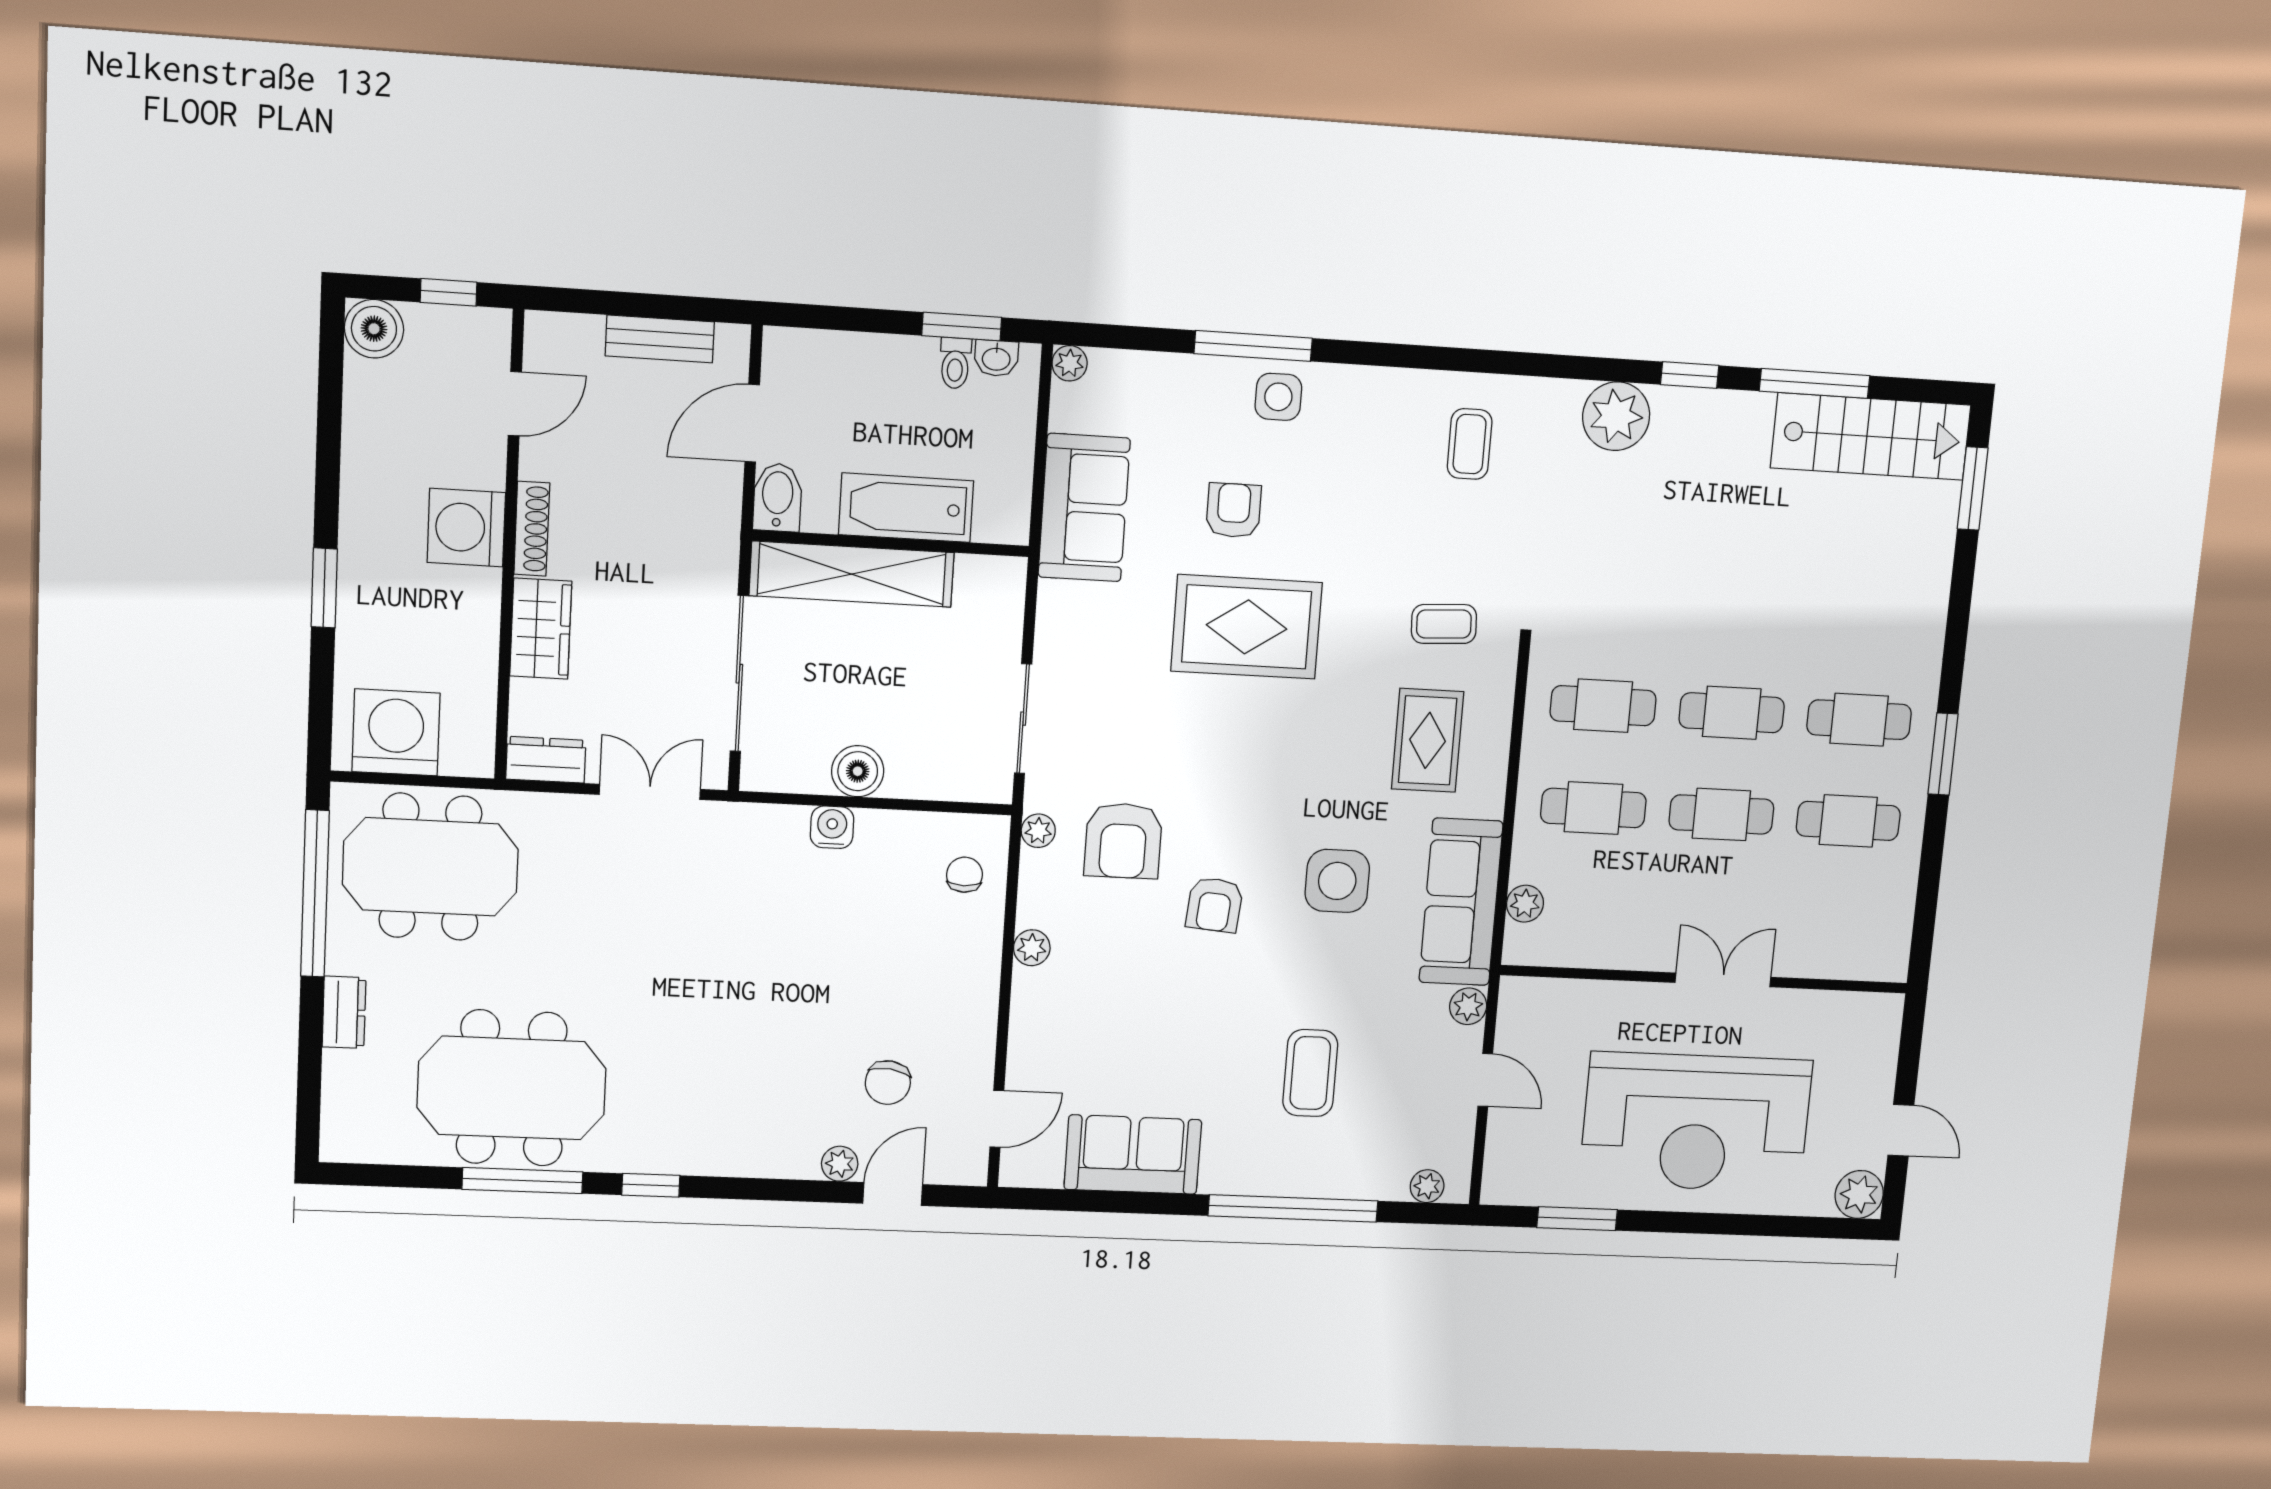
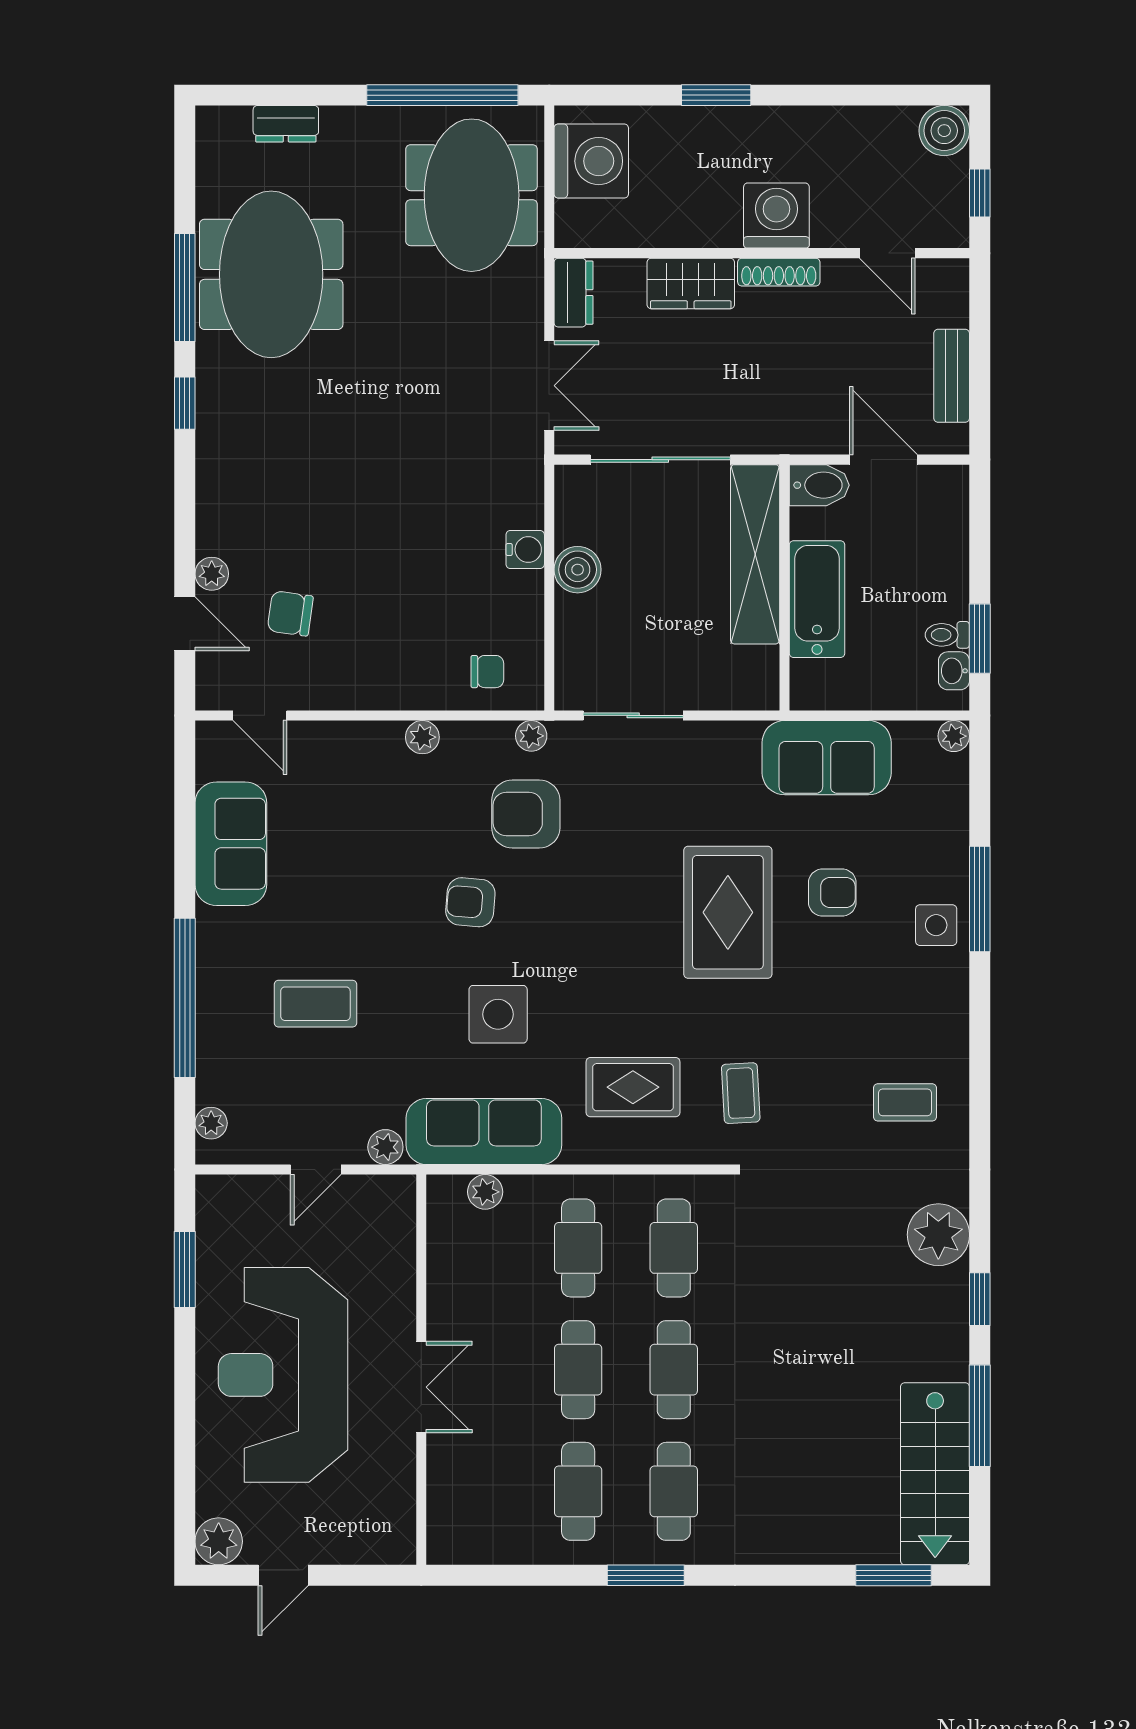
dresser: (344, 1012) -> (286, 124), moved

